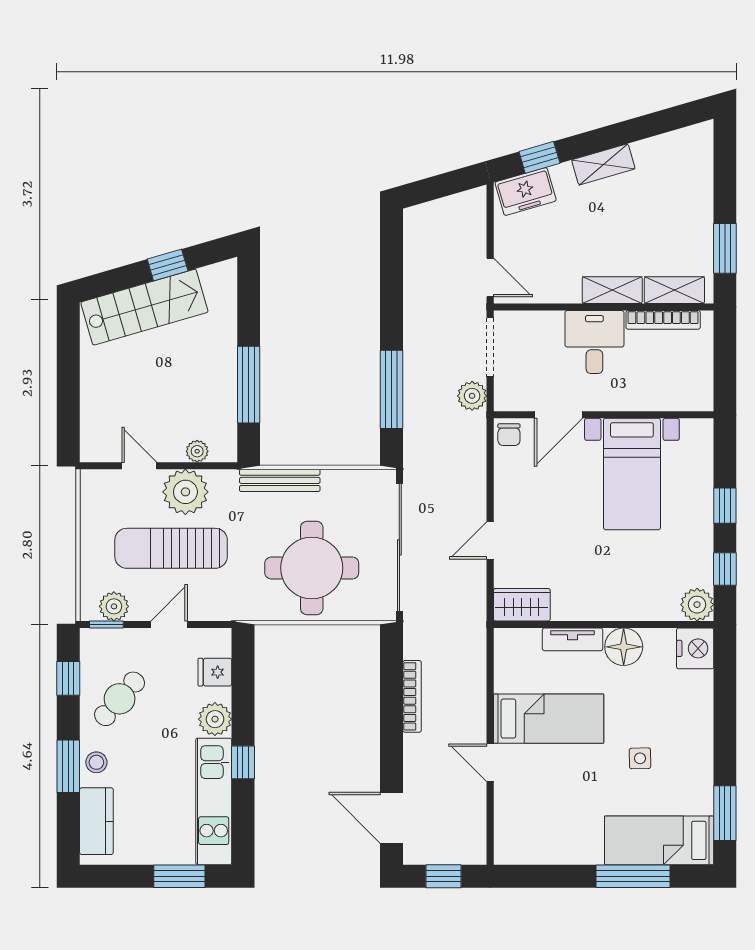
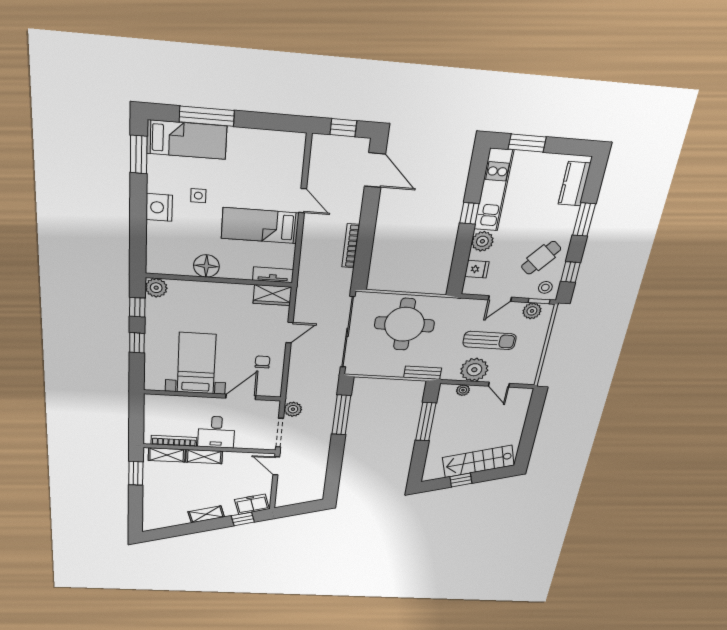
chair: (509, 435) -> (262, 362), moved
bench: (280, 480) -> (423, 373), width x0.73
sun lounger: (171, 548) -> (490, 340), width x0.73, depth x0.75
tv unit: (573, 639) -> (273, 275), moved
nightstand: (695, 648) -> (159, 207), moved
stool: (96, 762) -> (545, 287), moved

